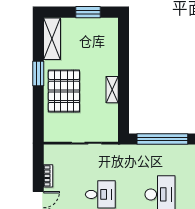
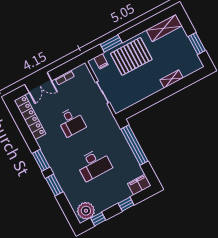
window: (38, 74) -> (111, 44), moved
shelving: (112, 90) -> (172, 79), moved
filing cabinet: (52, 127) -> (101, 61), added

